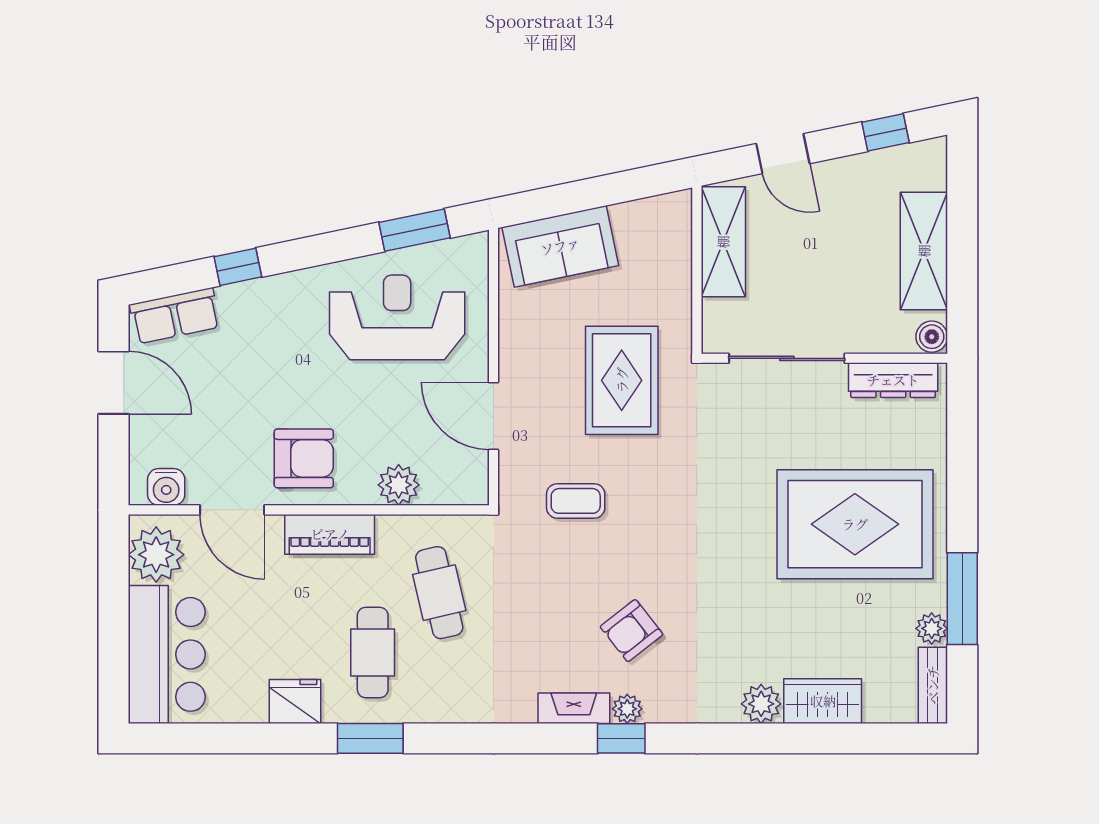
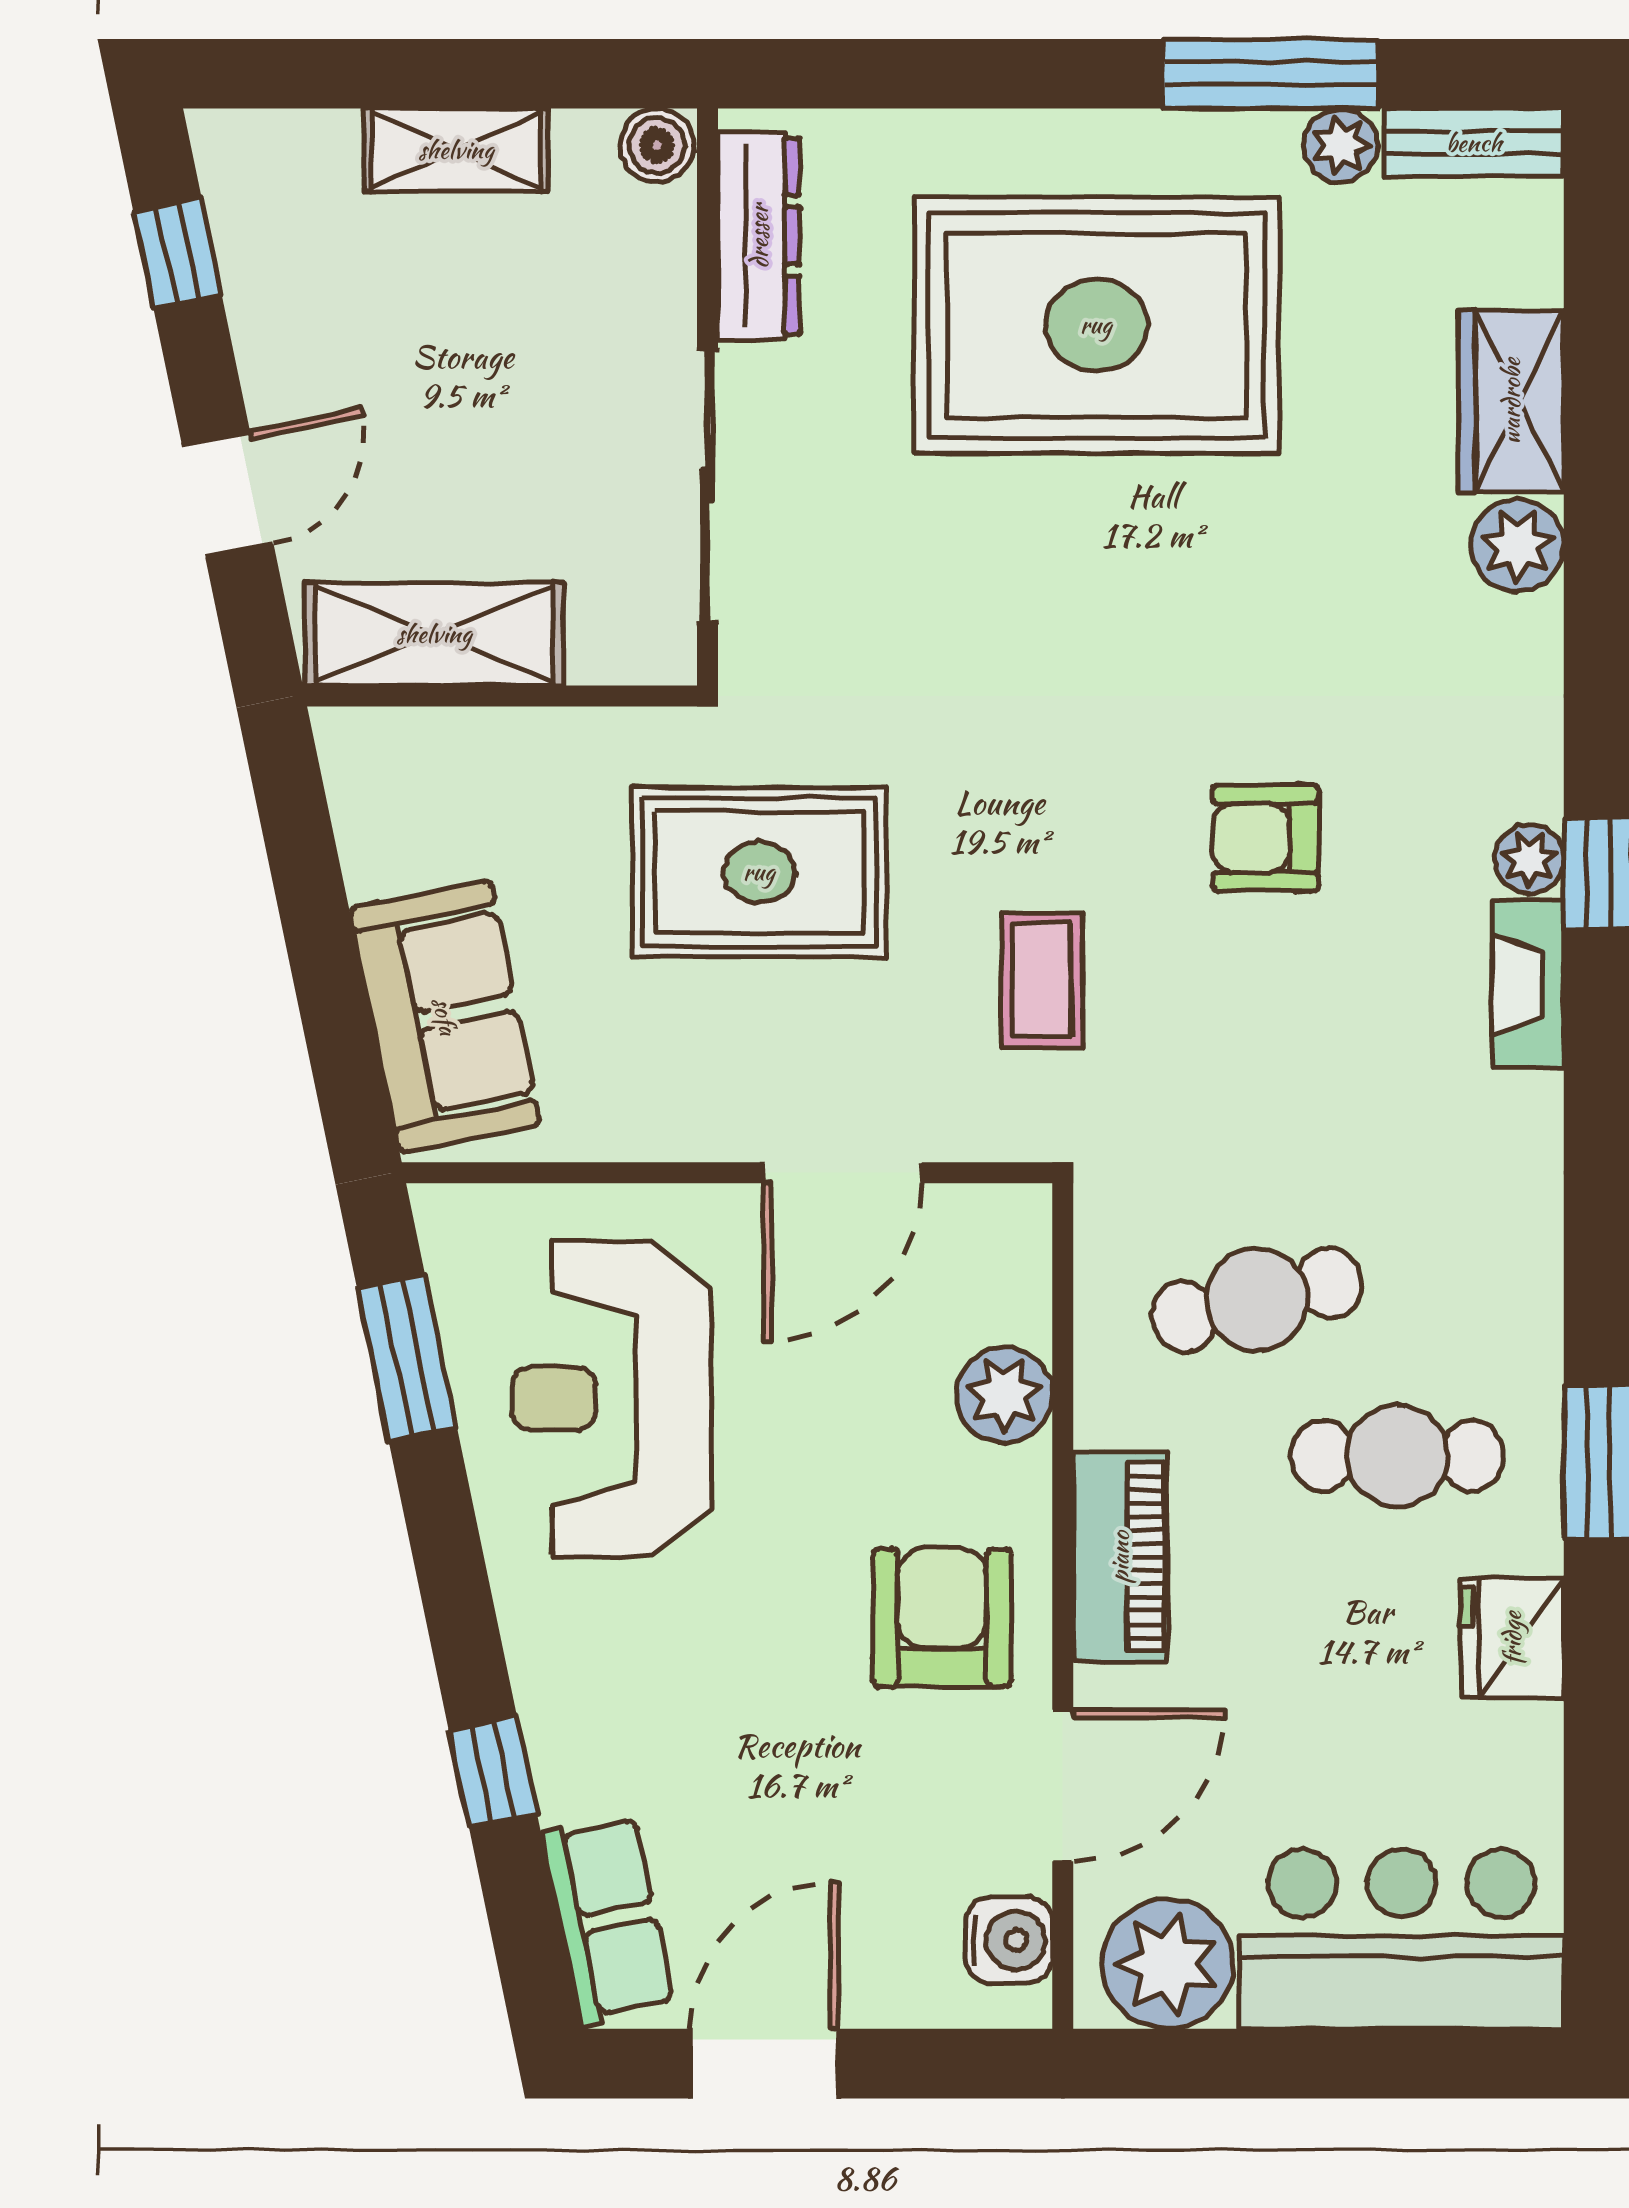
shelving: (924, 251) -> (456, 150), width x0.67, depth x0.75
rug: (855, 524) -> (1096, 325), turned 90
armchair: (632, 631) -> (1266, 838), moved, turned 128

